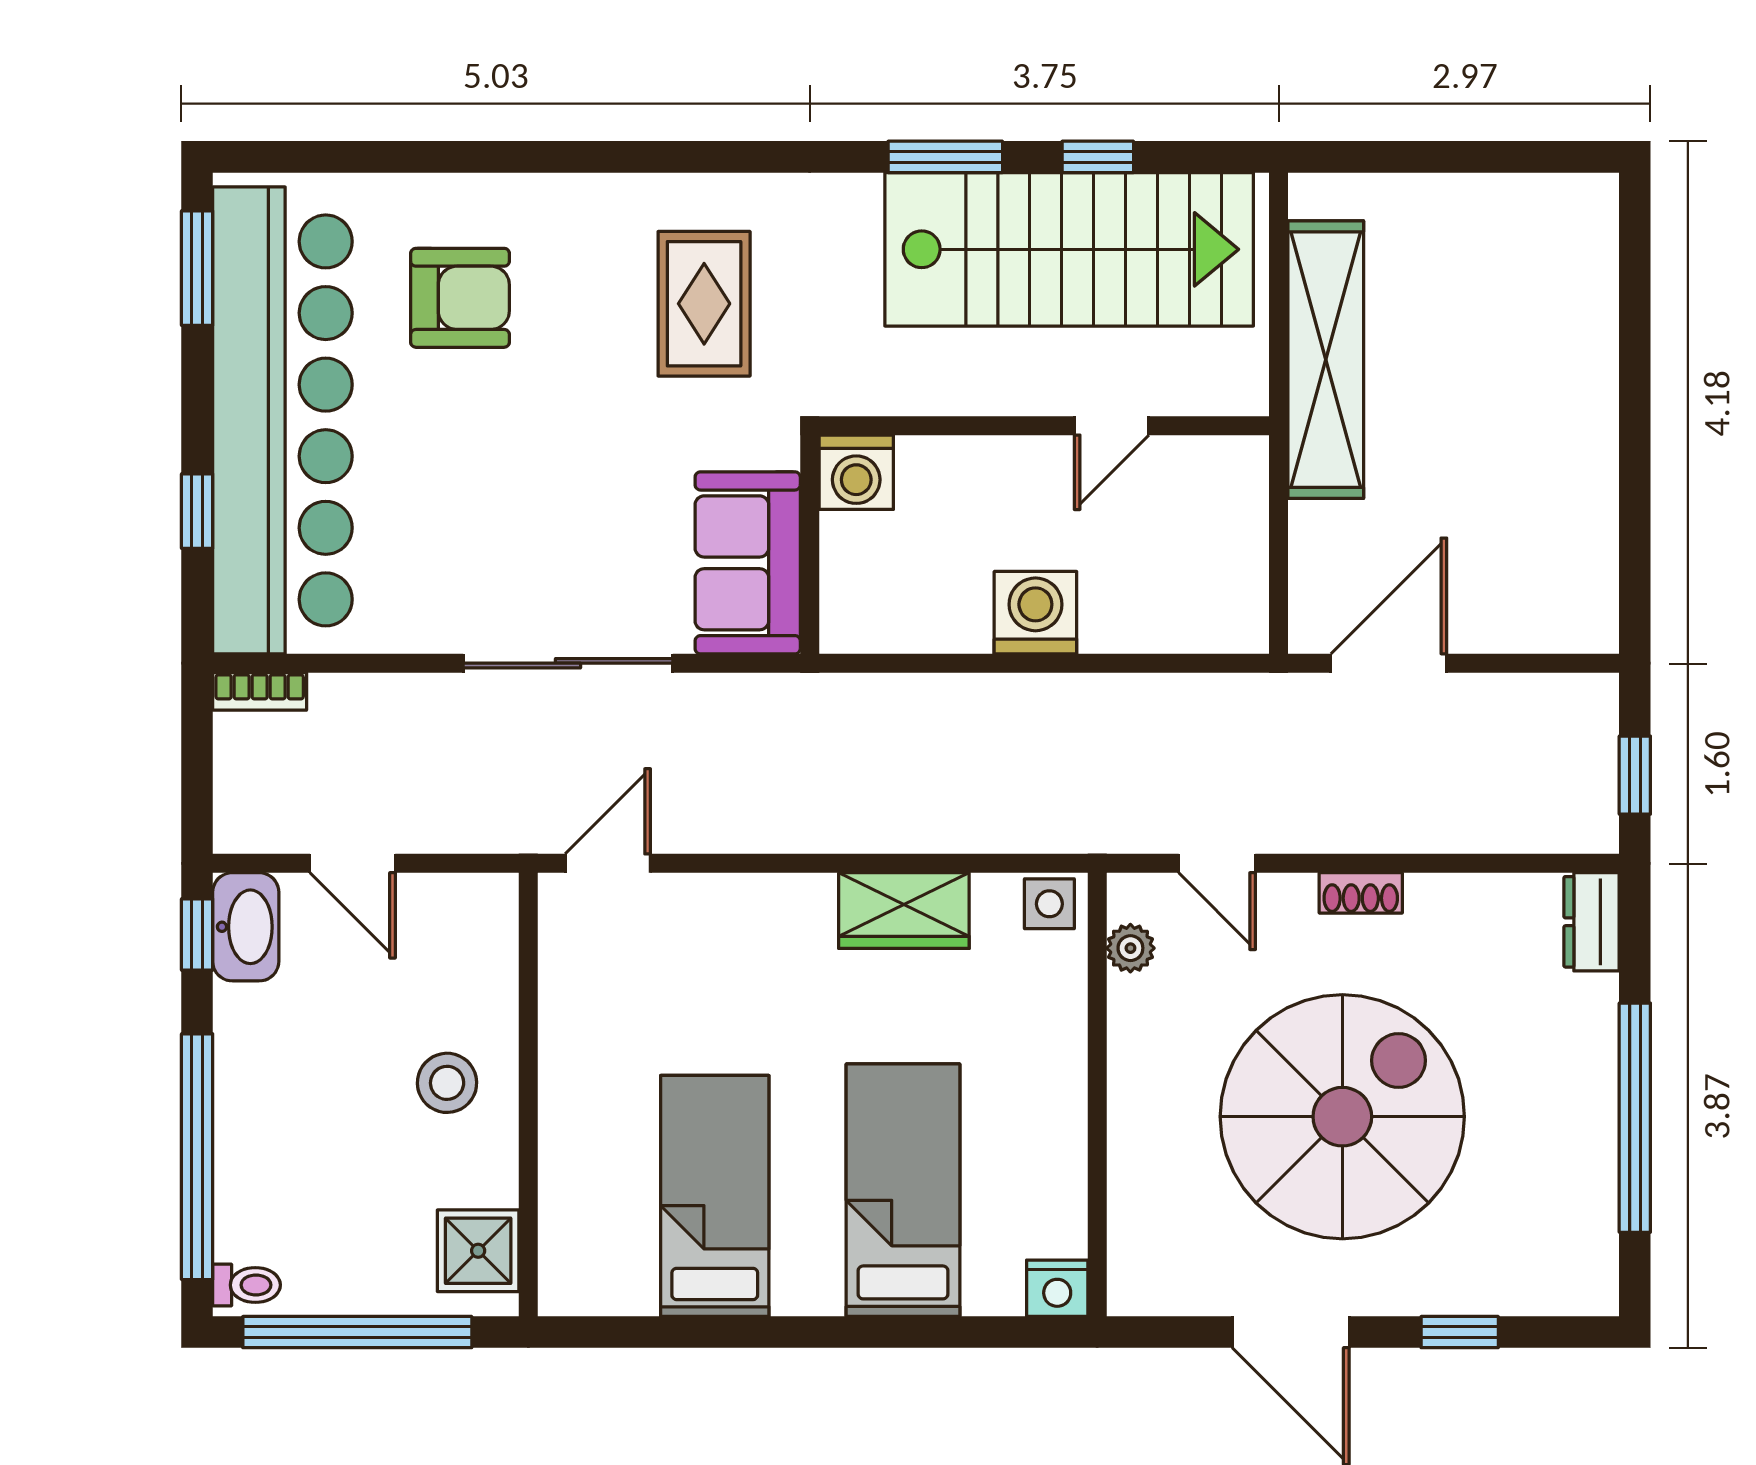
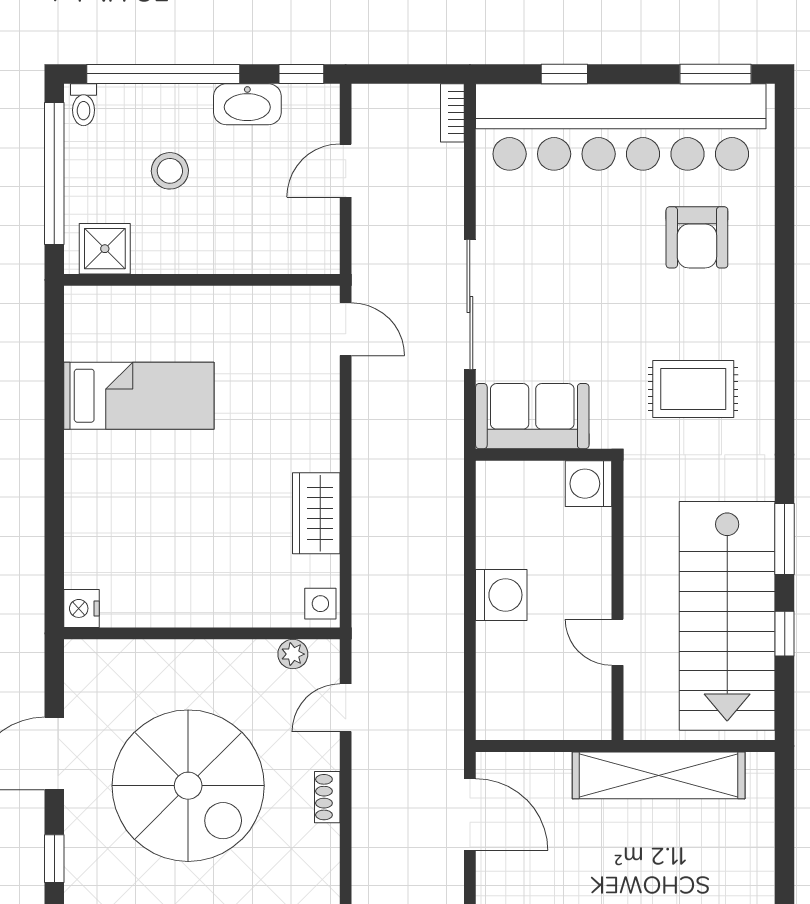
washbasin: (246, 927) -> (247, 104), moved
stool: (447, 1083) -> (170, 171), moved
bed: (903, 1190) -> (142, 513), removed

